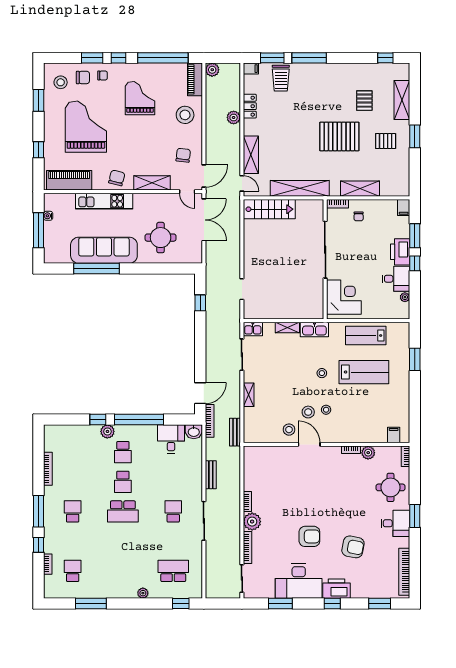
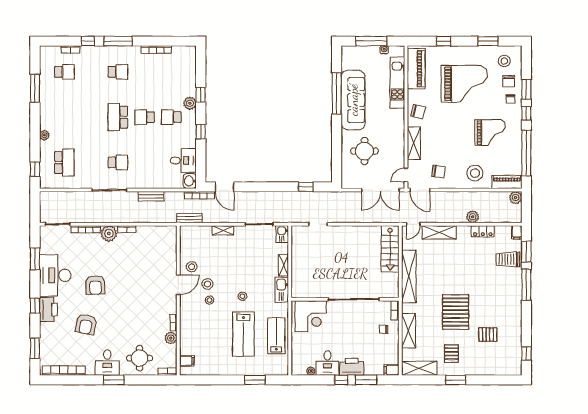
shelving: (402, 100) -> (419, 368), moved
kitchen unit: (104, 201) -> (397, 83), moved
window: (139, 419) -> (201, 132), width x0.32

